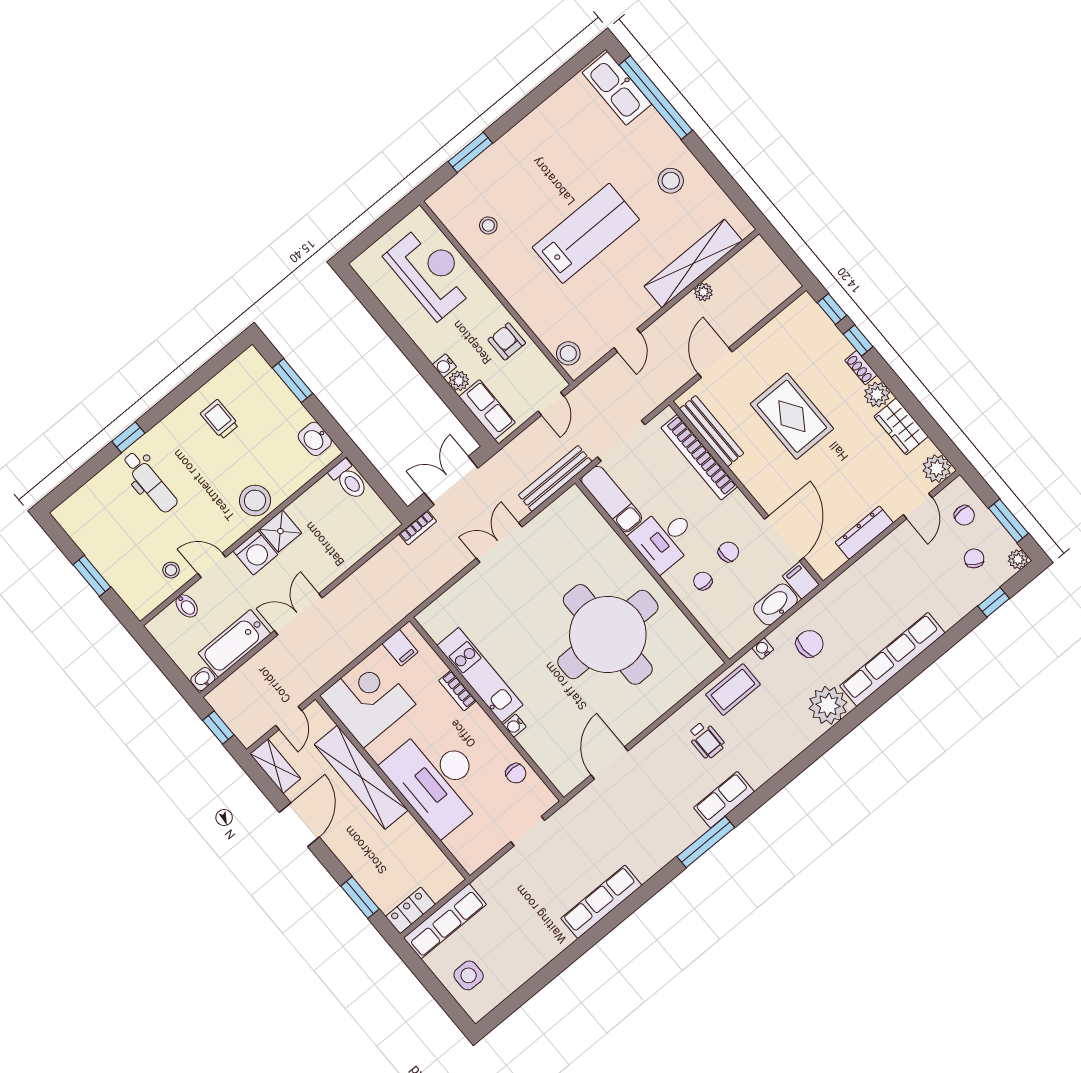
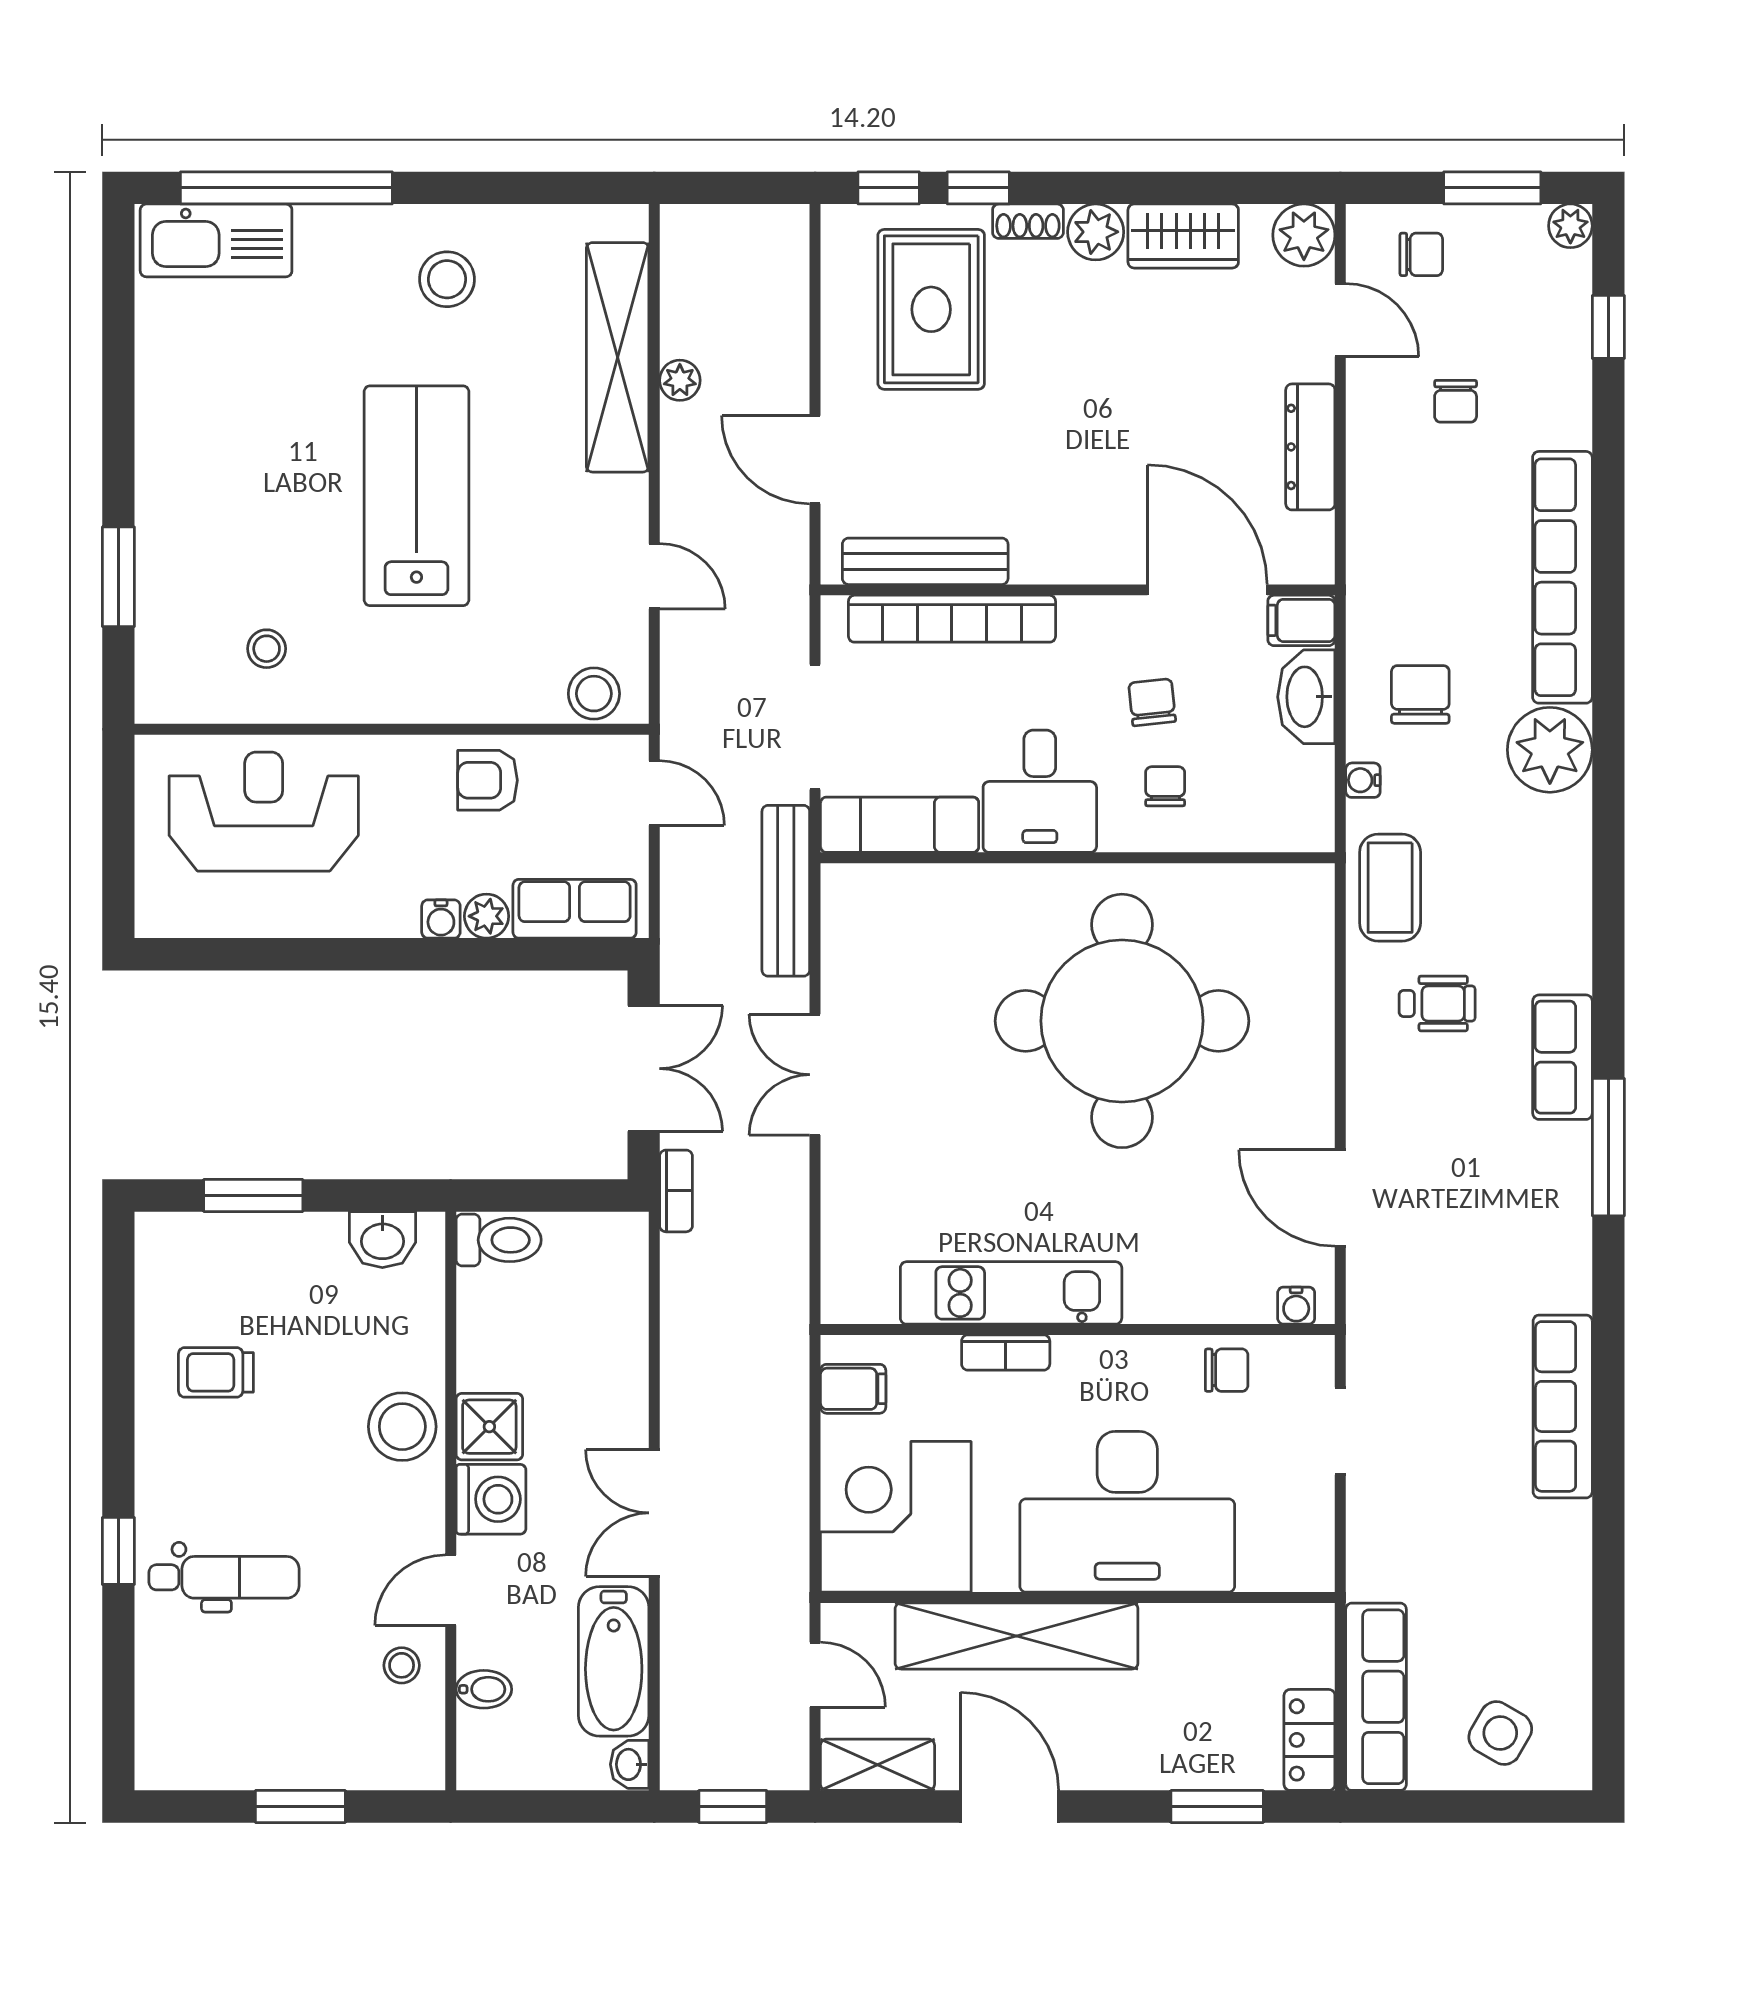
rug: (792, 416) -> (931, 309), moved, turned 90
double door: (451, 481) -> (644, 1069), swing flipped
chair: (974, 558) -> (1456, 401), moved, turned -123
chair: (703, 581) -> (1165, 786), turned 90
water cooler: (515, 726) -> (1296, 1306), moved
side table: (469, 975) -> (1500, 1733), turned 30

